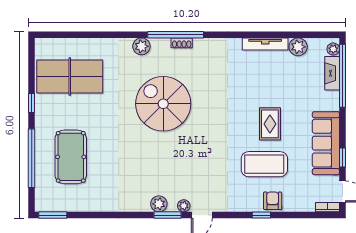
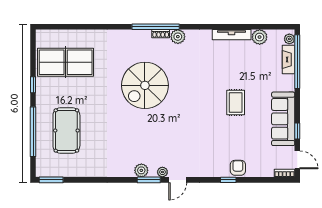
plant: (141, 46) -> (178, 37), moved
spiral stairs: (163, 104) -> (145, 85), turned -90
coffee table: (264, 164) -> (231, 137), removed

